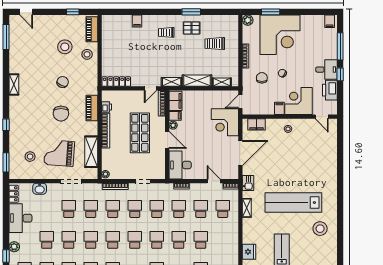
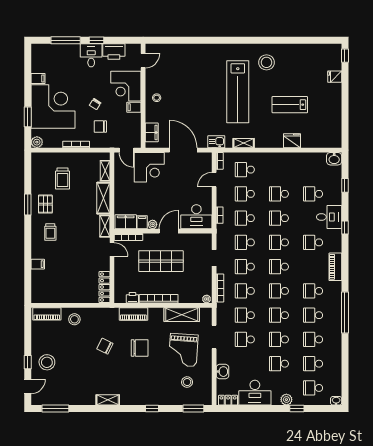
window: (73, 12) -> (28, 362), moved
filing cabinet: (330, 21) -> (38, 79), moved
stool: (65, 47) -> (47, 362), moved

